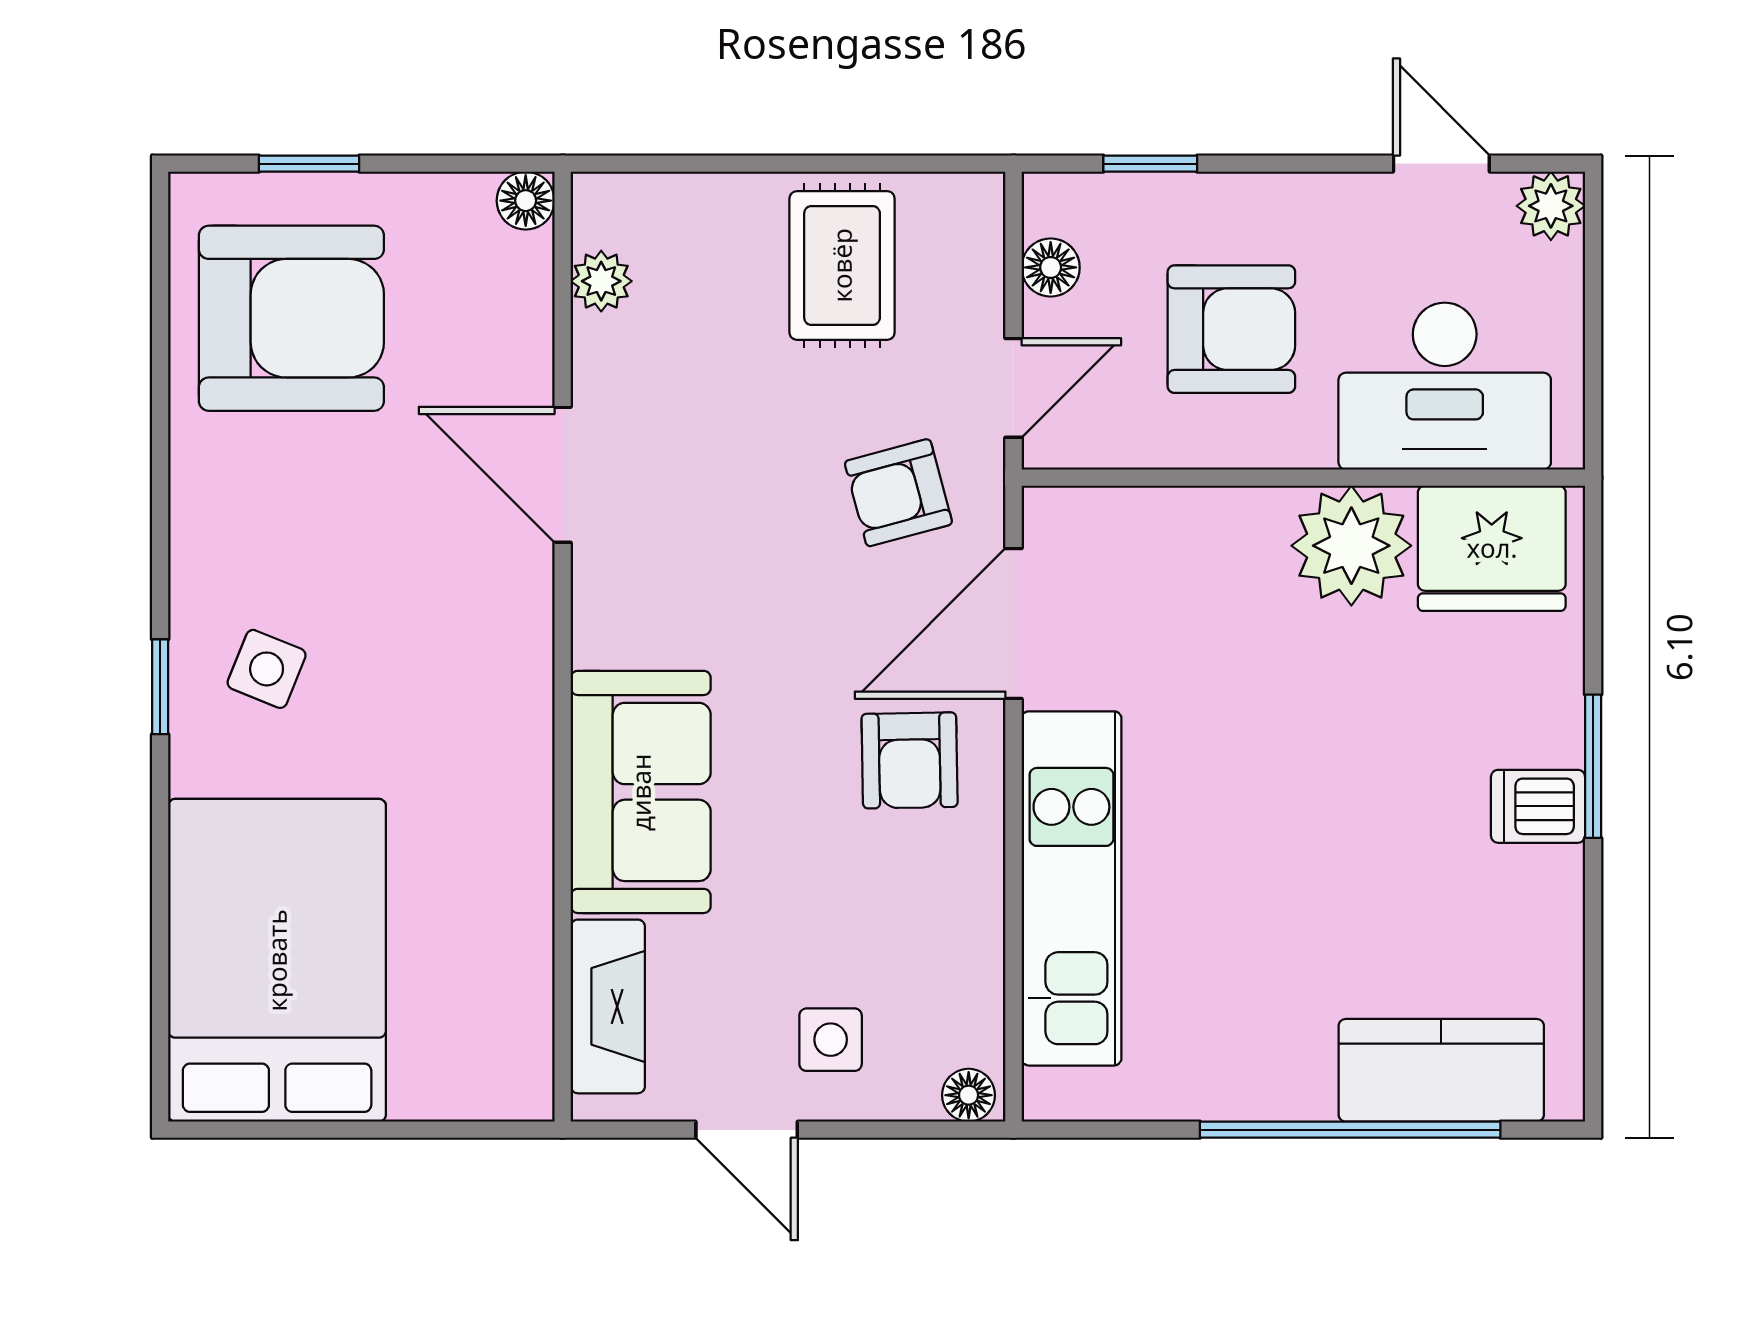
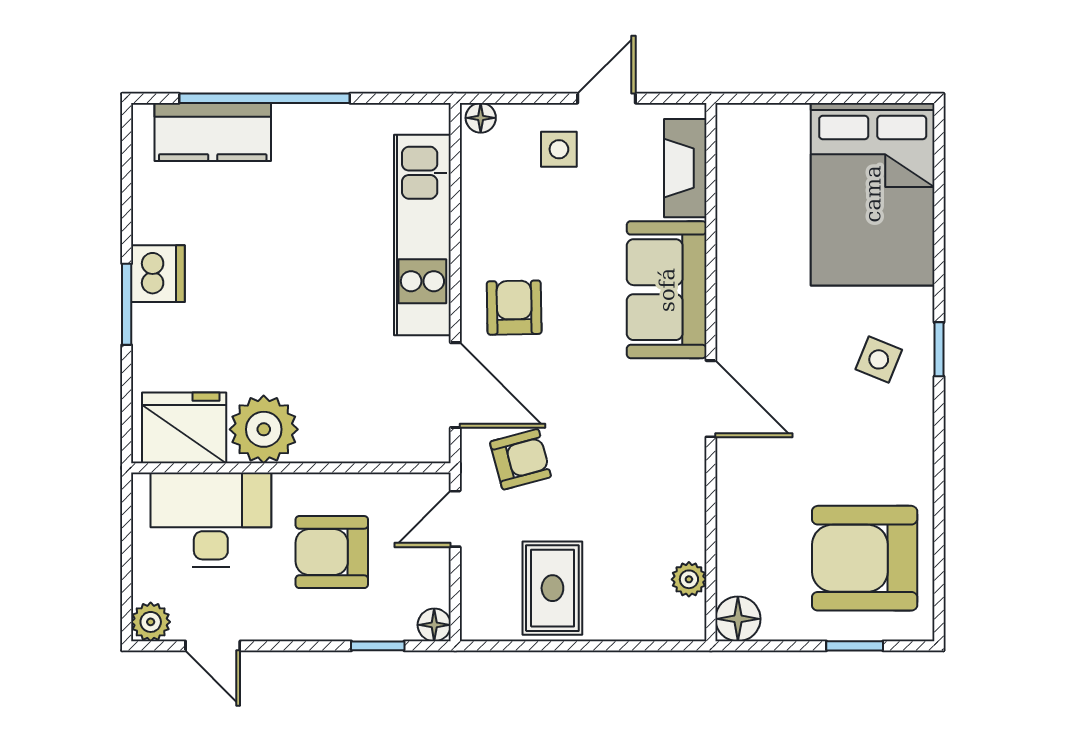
floor lamp: (526, 201) -> (738, 619), width x1.37, depth x1.37
floor lamp: (1051, 267) -> (434, 625), moved
door: (563, 475) -> (711, 399), moved
door: (1013, 624) -> (455, 385), hinge flipped
dishwasher: (1538, 806) -> (158, 274), width x1.38
door: (747, 1130) -> (606, 98), hinge flipped

